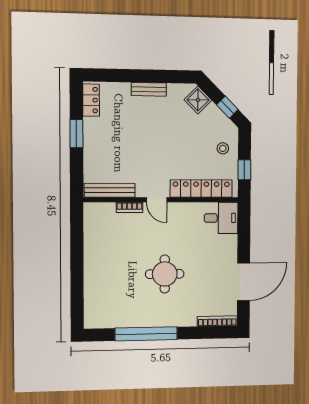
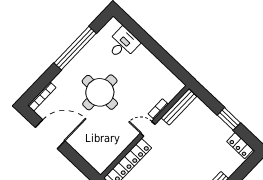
desk: (221, 218) -> (123, 44), moved, turned 180
round table: (165, 274) -> (100, 92), width x1.36, depth x1.36
door: (244, 282) -> (50, 134), swing flipped

